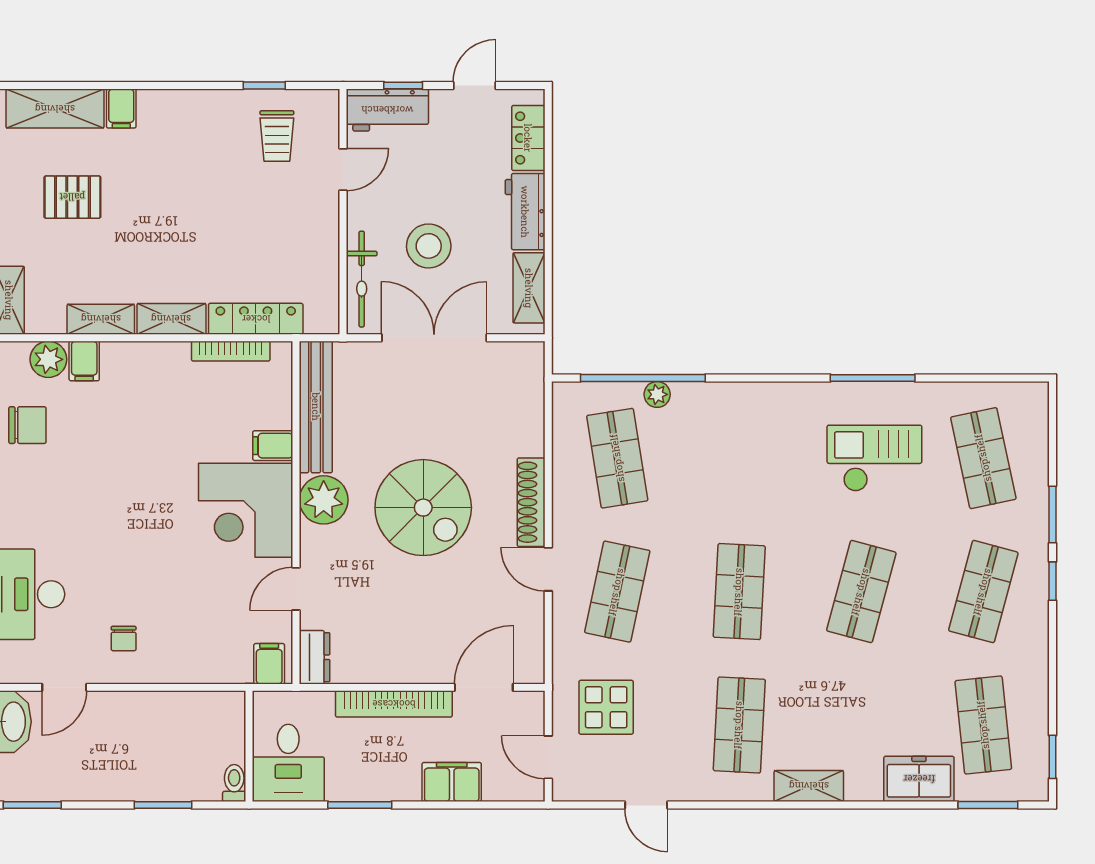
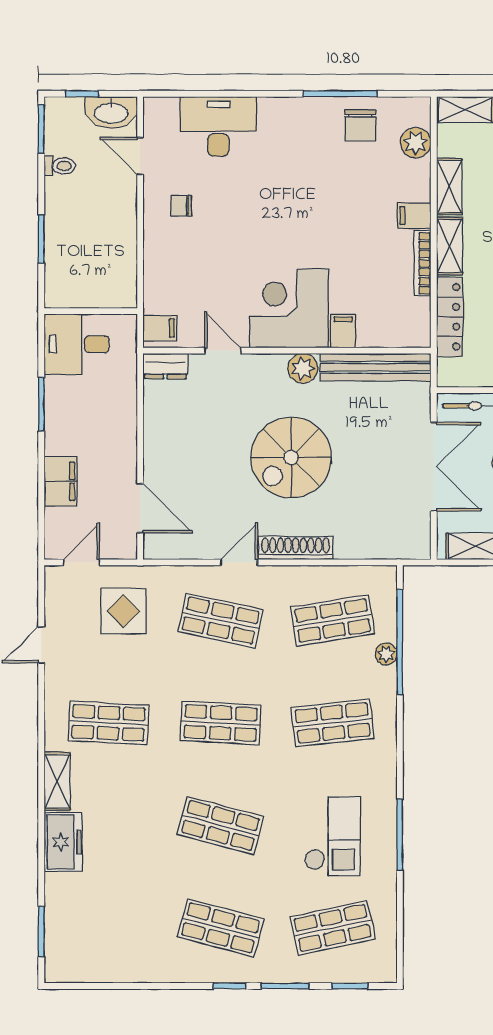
bookcase: (231, 351) -> (423, 263), moved
filing cabinet: (84, 361) -> (414, 216), moved
plant: (324, 500) -> (303, 368), width x0.73, depth x0.73
bookcase: (394, 704) -> (126, 433), removed
shop shelf: (983, 725) -> (333, 723), moved
window: (1052, 757) -> (350, 986), moved
freezer: (919, 779) -> (63, 842), moved
toilet: (234, 783) -> (60, 166), moved

